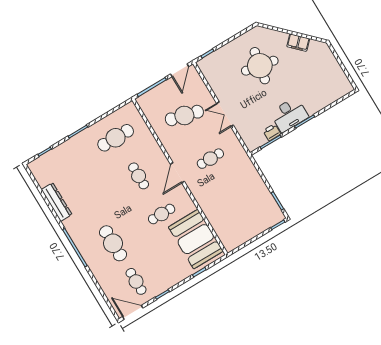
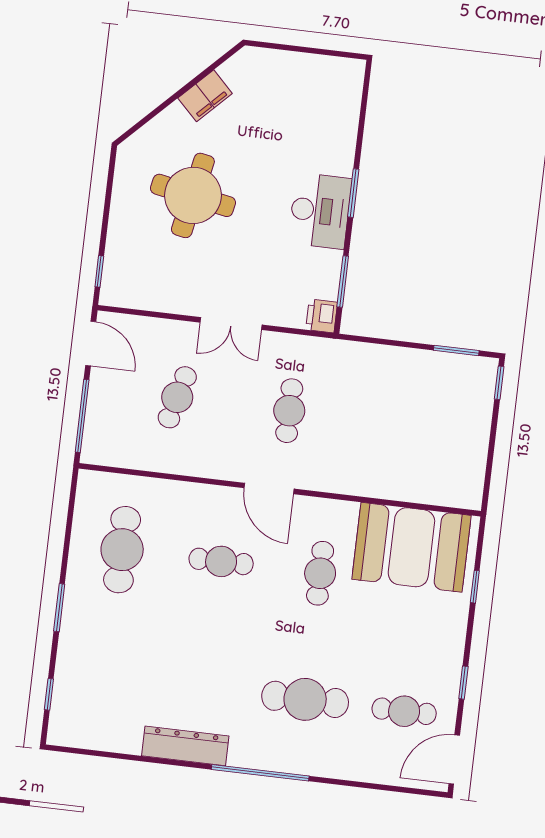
cafe table: (184, 115) -> (177, 397), width x0.73, depth x0.74
printer: (272, 132) -> (322, 316), moved
dresser: (57, 202) -> (185, 746), moved

